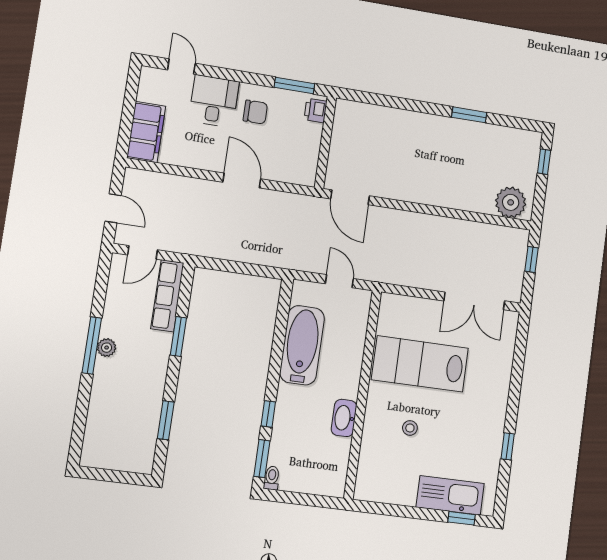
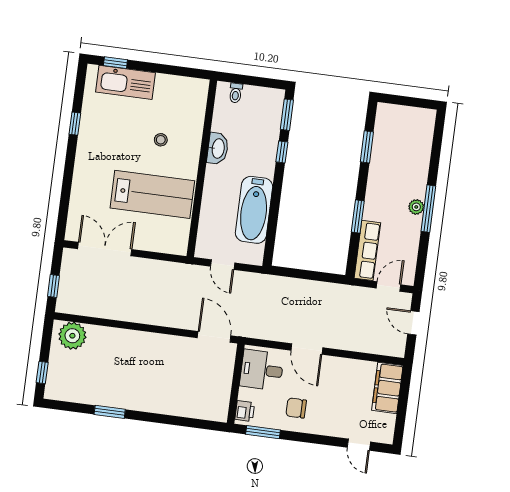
desk: (214, 101) -> (262, 370), moved, turned 90
toilet: (272, 478) -> (236, 93), moved

